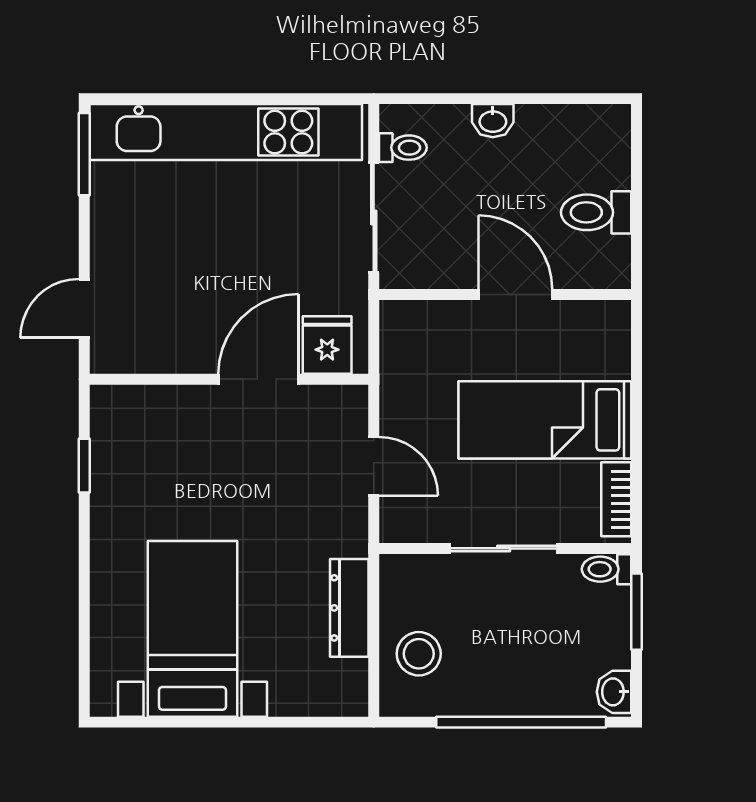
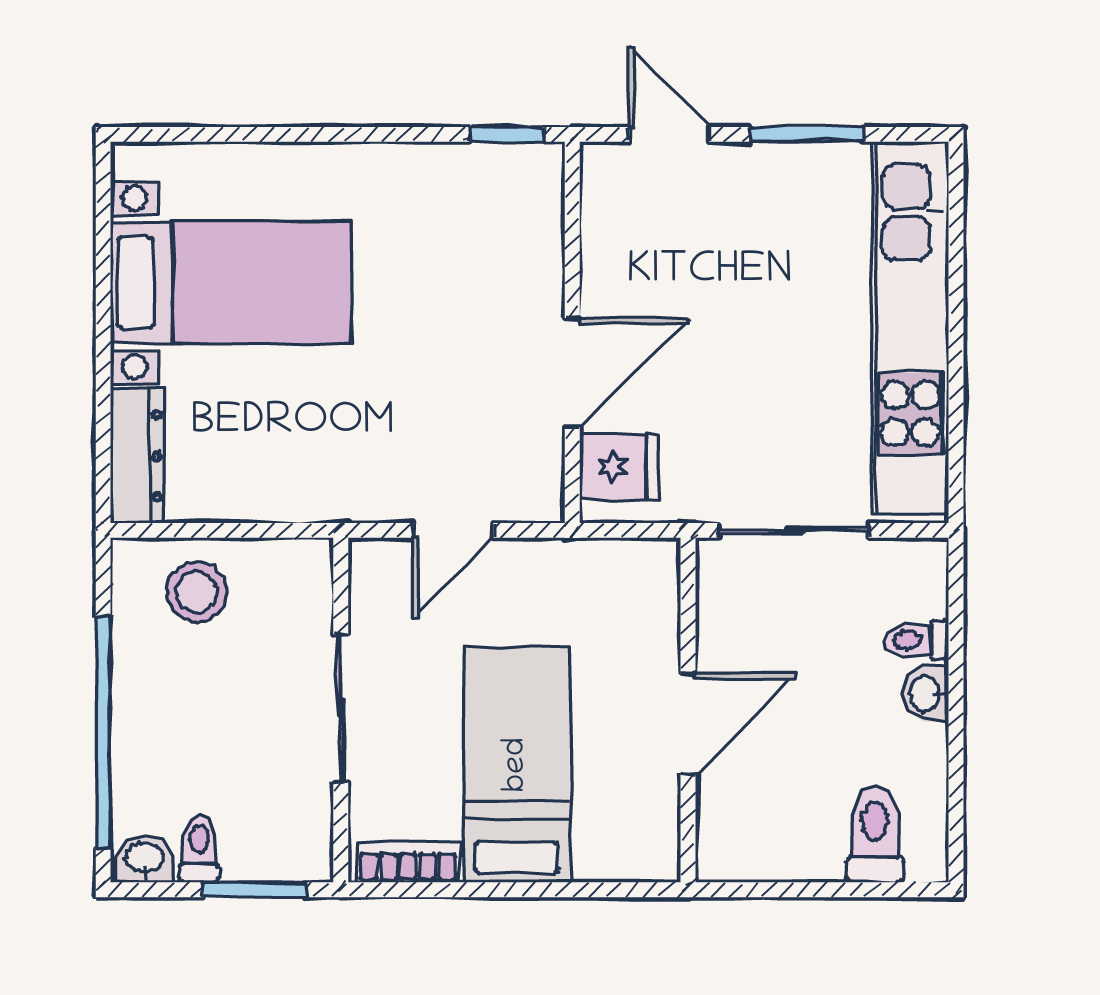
toilet: (403, 148) -> (916, 640), moved, turned 90
window: (84, 154) -> (806, 134), moved
toilet: (596, 212) -> (875, 835), moved
door: (258, 379) -> (572, 373), hinge flipped
window: (84, 466) -> (507, 134), moved
toilet: (607, 569) -> (199, 849), moved
dresser: (349, 608) -> (137, 456), moved, turned 90

